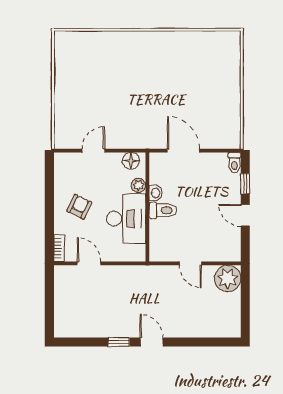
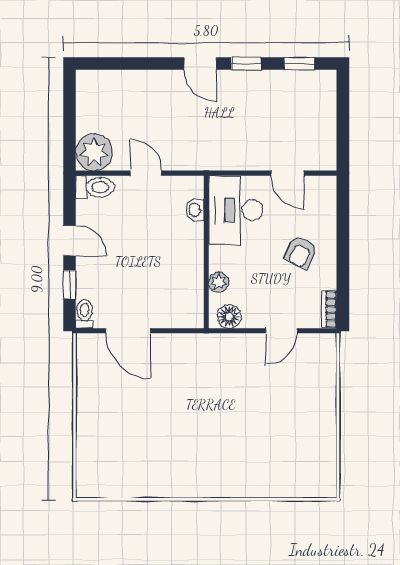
door: (183, 151) -> (128, 331), moved
washbasin: (155, 193) -> (195, 210), moved
toilet: (163, 210) -> (95, 187), moved, turned 180
desk: (126, 219) -> (236, 210), moved
bookcase: (59, 248) -> (329, 309), moved
window: (81, 342) -> (299, 64), added

